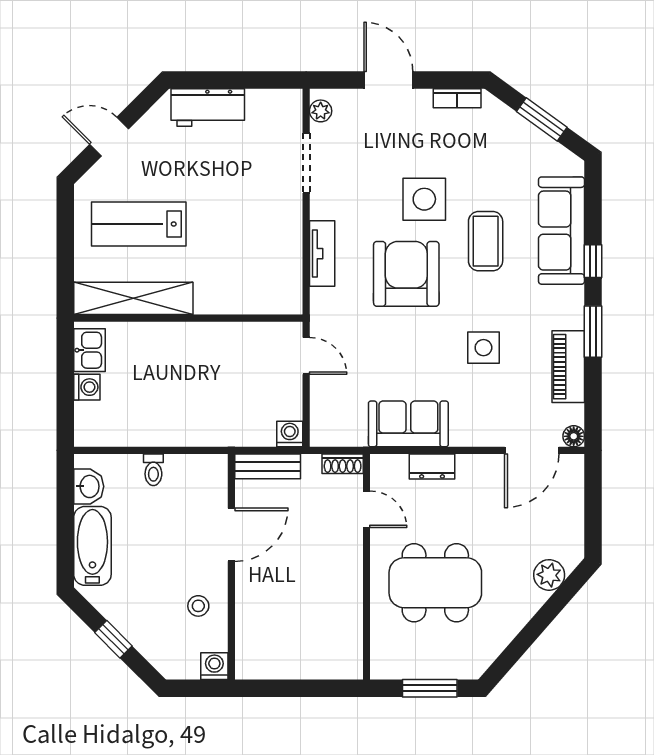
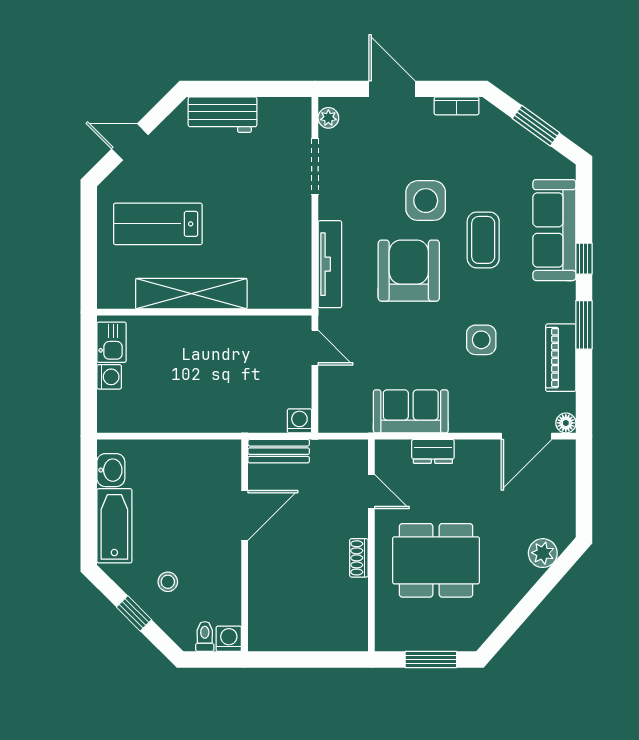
tv unit: (322, 254) -> (330, 264), width x1.41
shelving: (133, 298) -> (191, 294), moved
shoe rack: (343, 464) -> (359, 558), moved, turned 90
toilet: (153, 470) -> (205, 636), moved, turned 180
stool: (198, 606) -> (168, 582), moved

